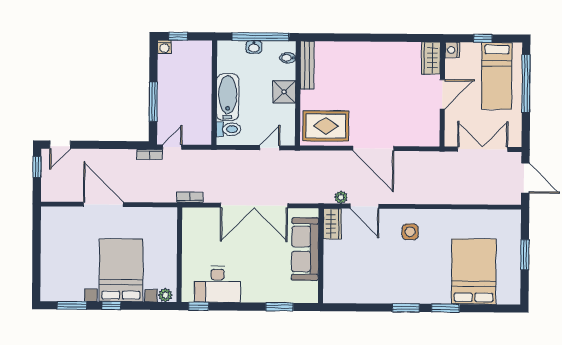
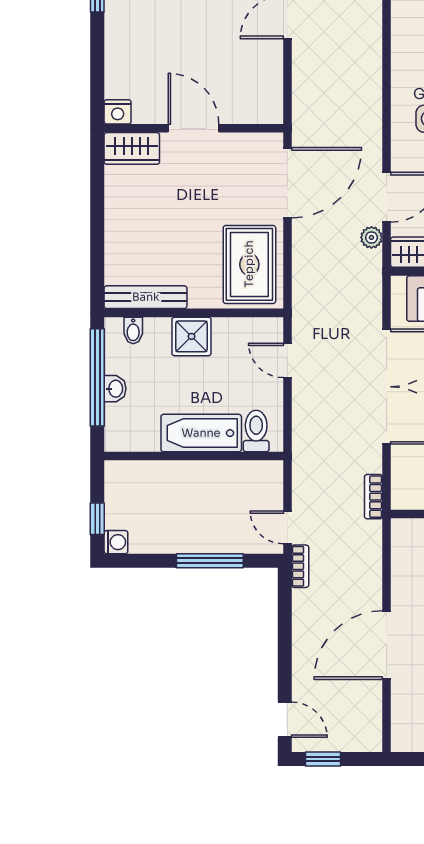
nightstand: (452, 50) -> (118, 112), moved
wardrobe: (431, 58) -> (132, 148), moved
door: (442, 94) -> (194, 128), moved
wall: (442, 94) -> (194, 128), moved

